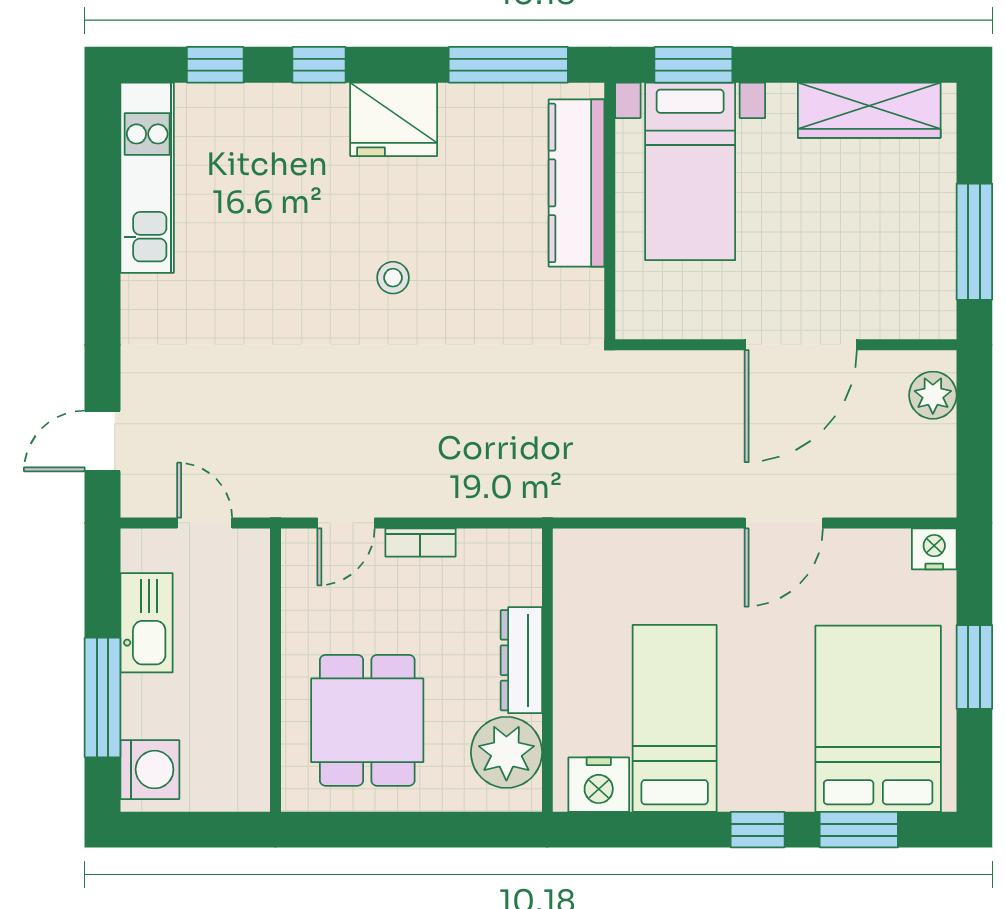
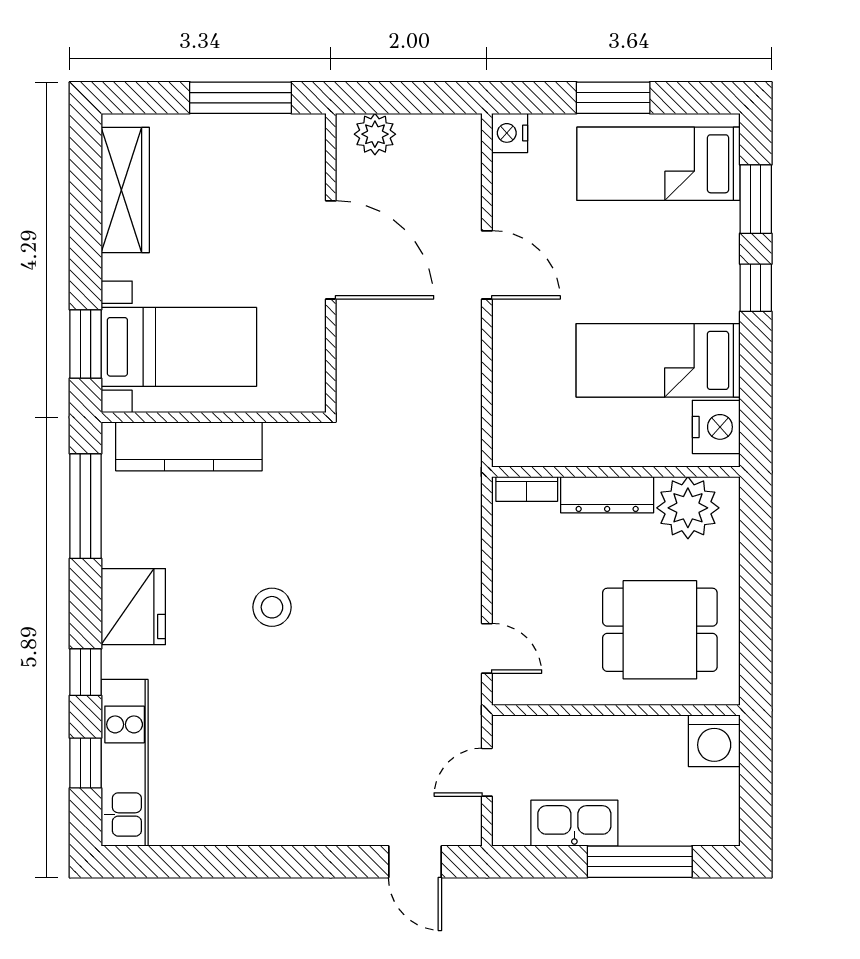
kitchen unit: (147, 178) -> (125, 763), moved, turned 90
stool: (393, 278) -> (272, 607), width x1.37, depth x1.37
bookcase: (420, 542) -> (527, 489), moved, turned 90
bed: (878, 719) -> (658, 164), width x0.67
washing machine: (150, 770) -> (714, 741), moved, turned 180

